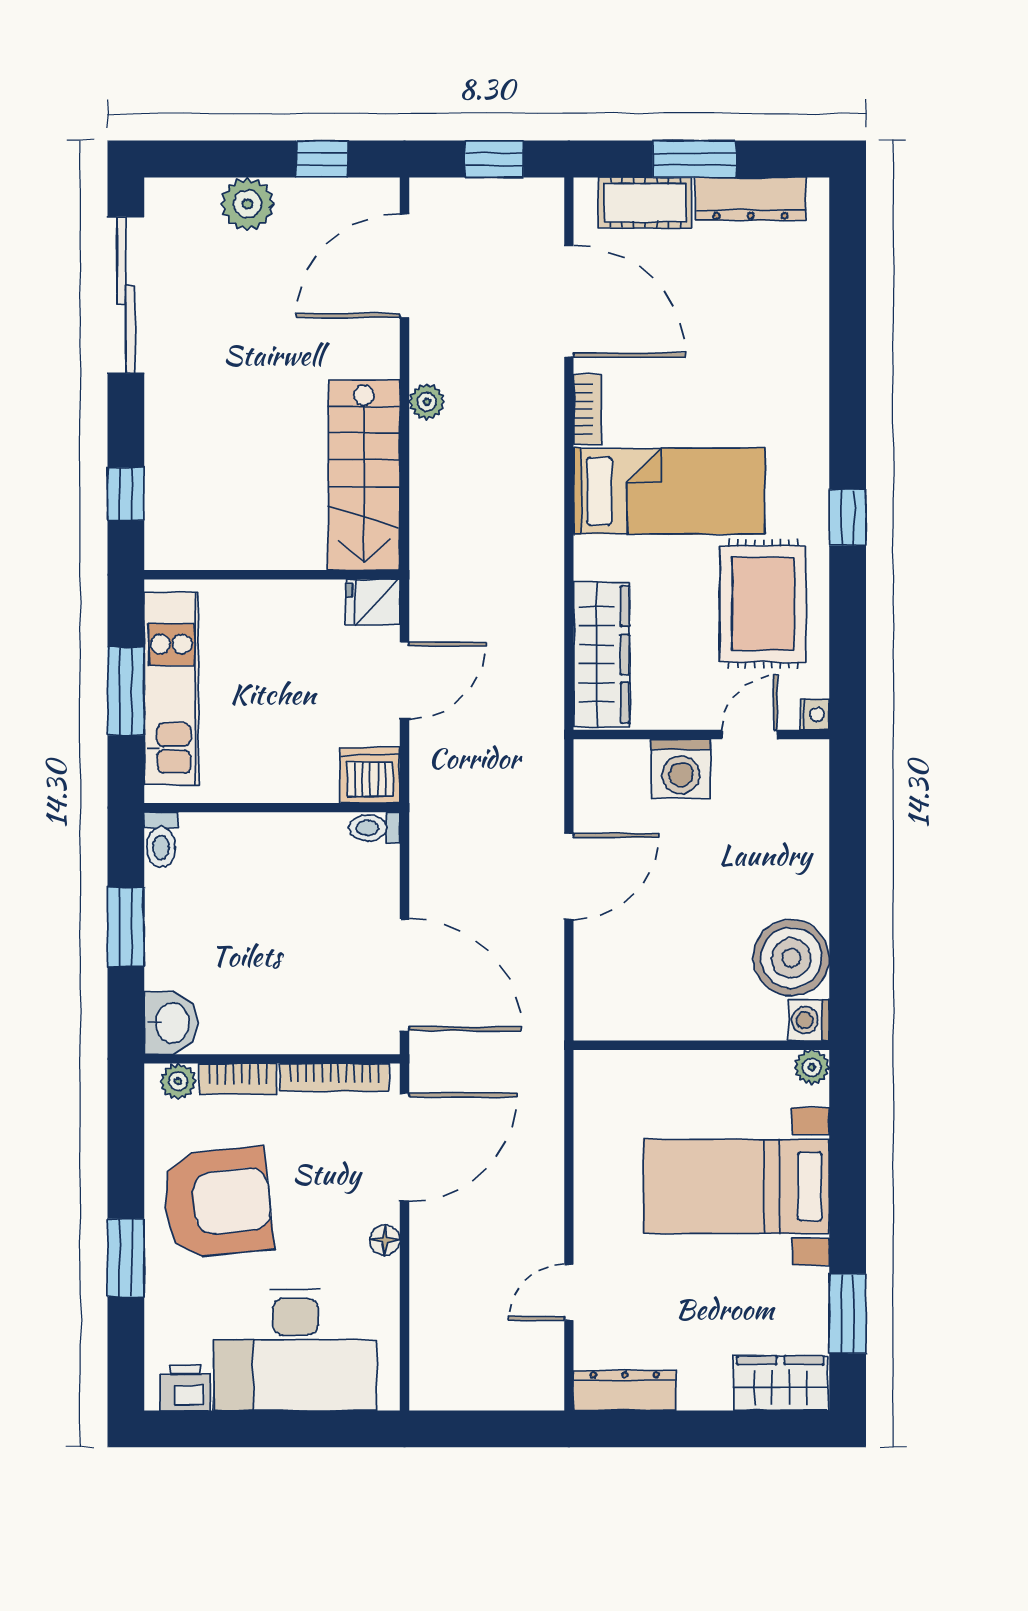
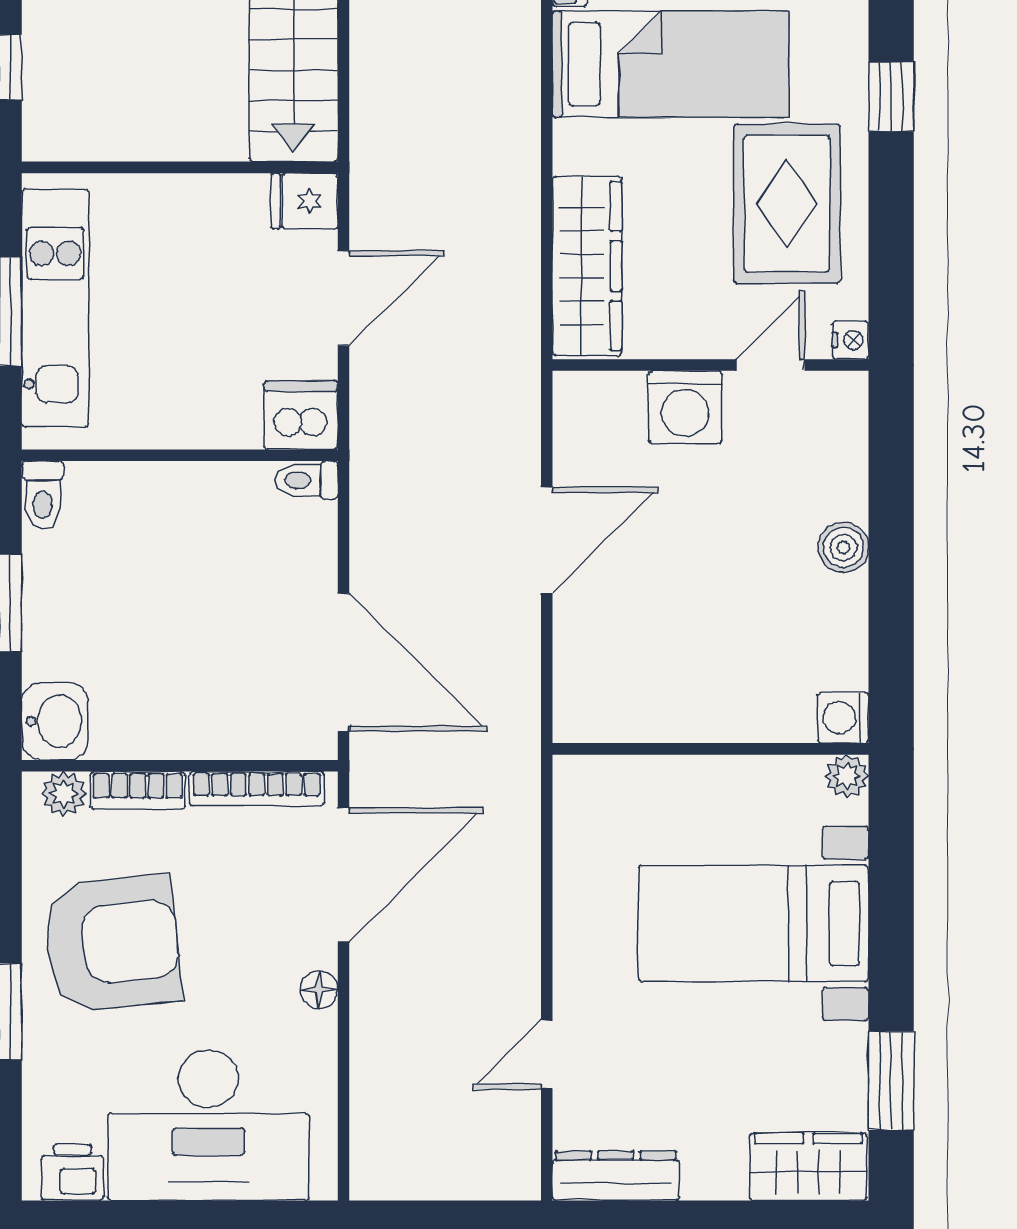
boiler: (791, 958) -> (843, 547), moved, width x0.54, depth x0.54

